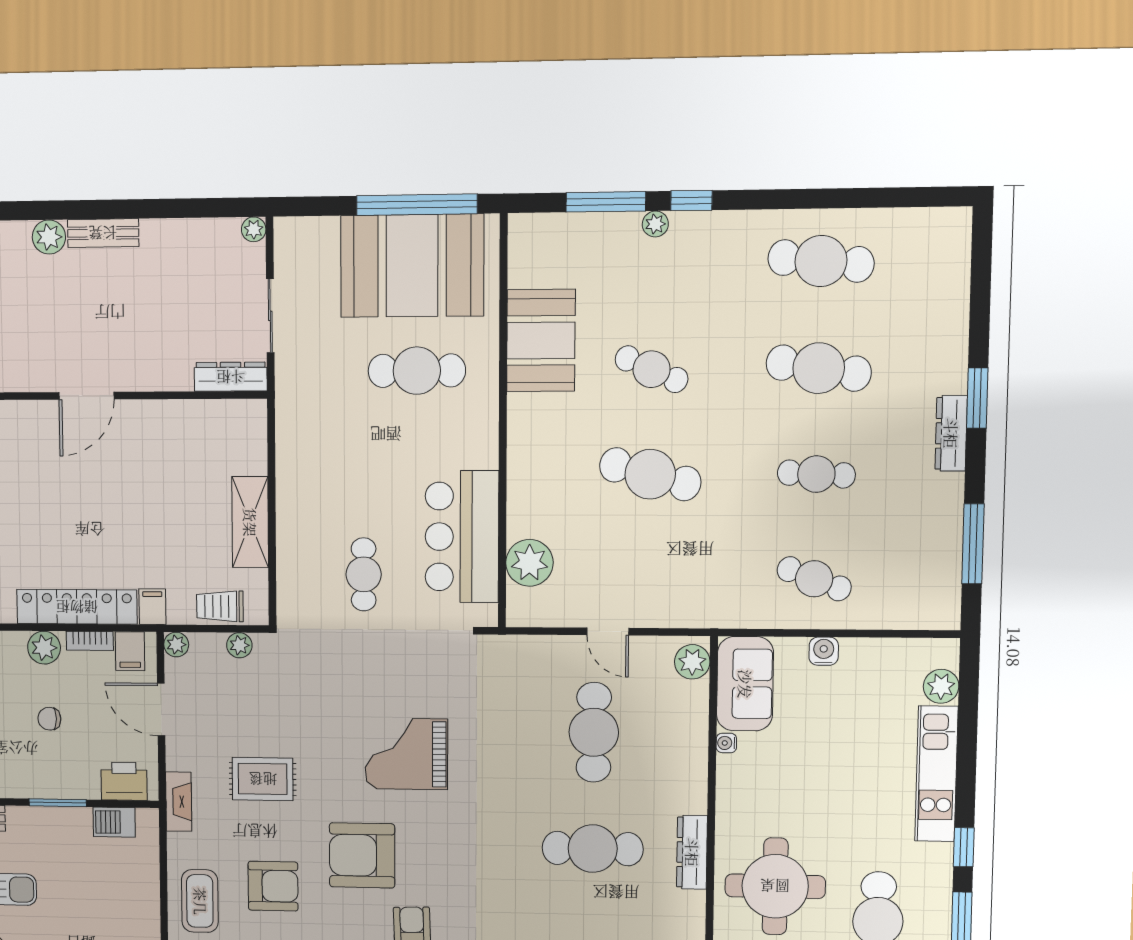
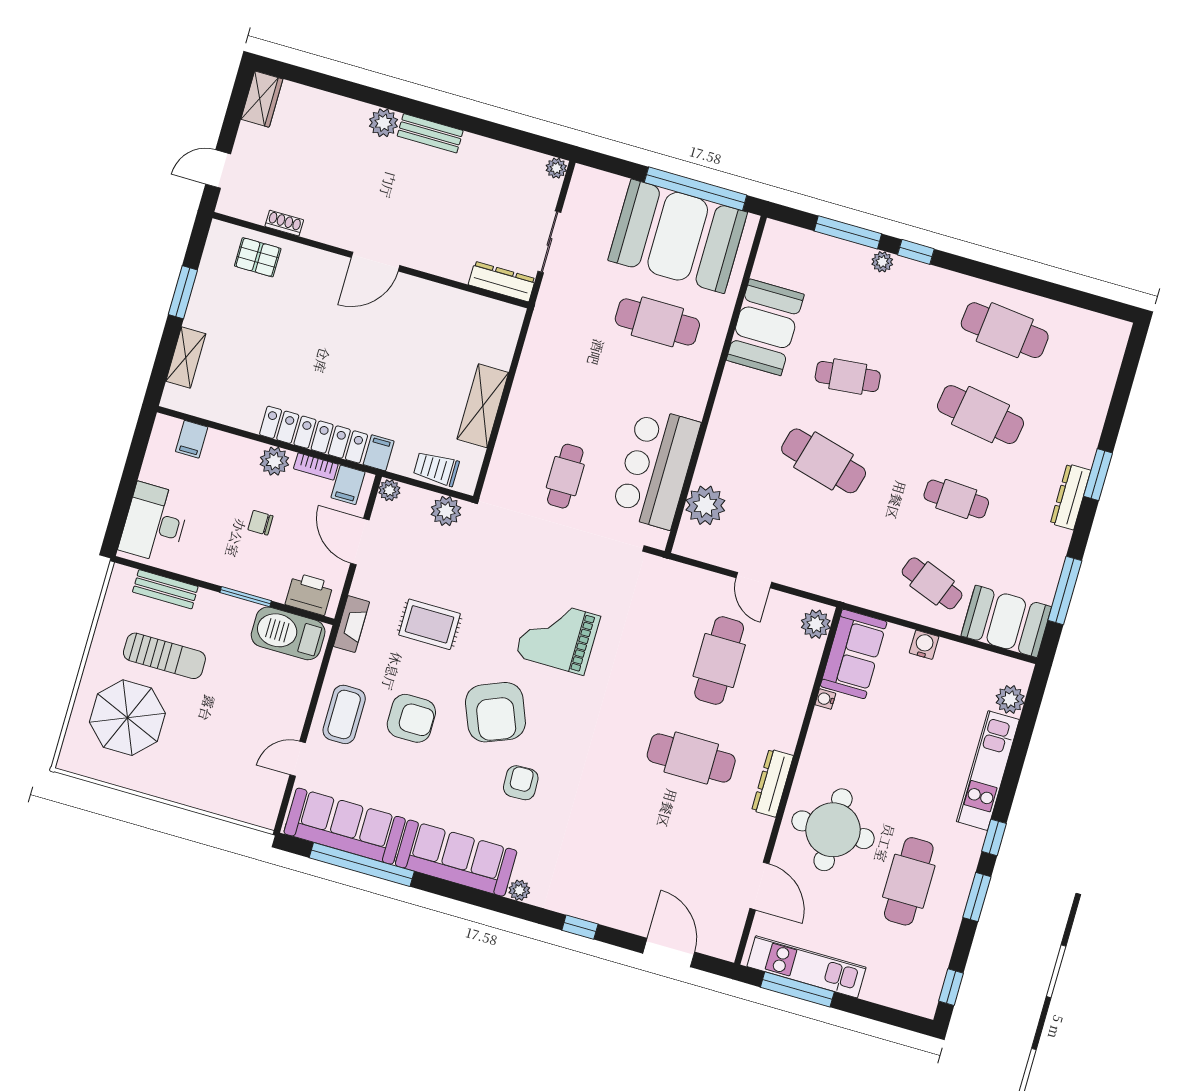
cafe table: (652, 369) -> (848, 377), turned -30
booth: (913, 598) -> (1006, 621), added
plant: (239, 645) -> (446, 511), width x1.38, depth x1.38
barbecue: (114, 822) -> (288, 633), width x1.88, depth x1.53
armchair: (362, 855) -> (495, 712), turned -112

